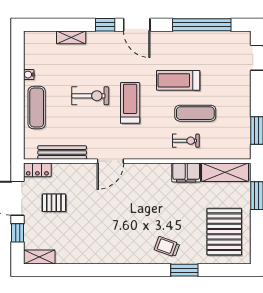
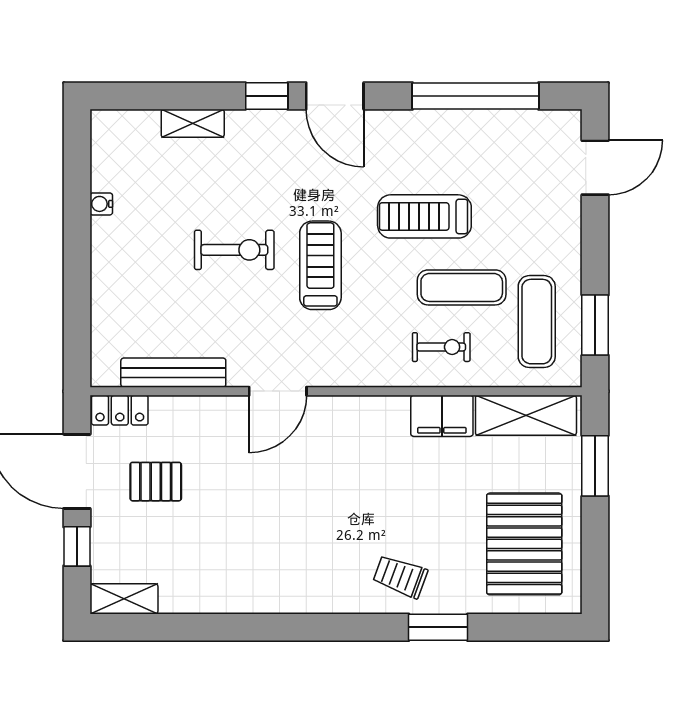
exercise mat: (37, 108) -> (537, 322), moved

